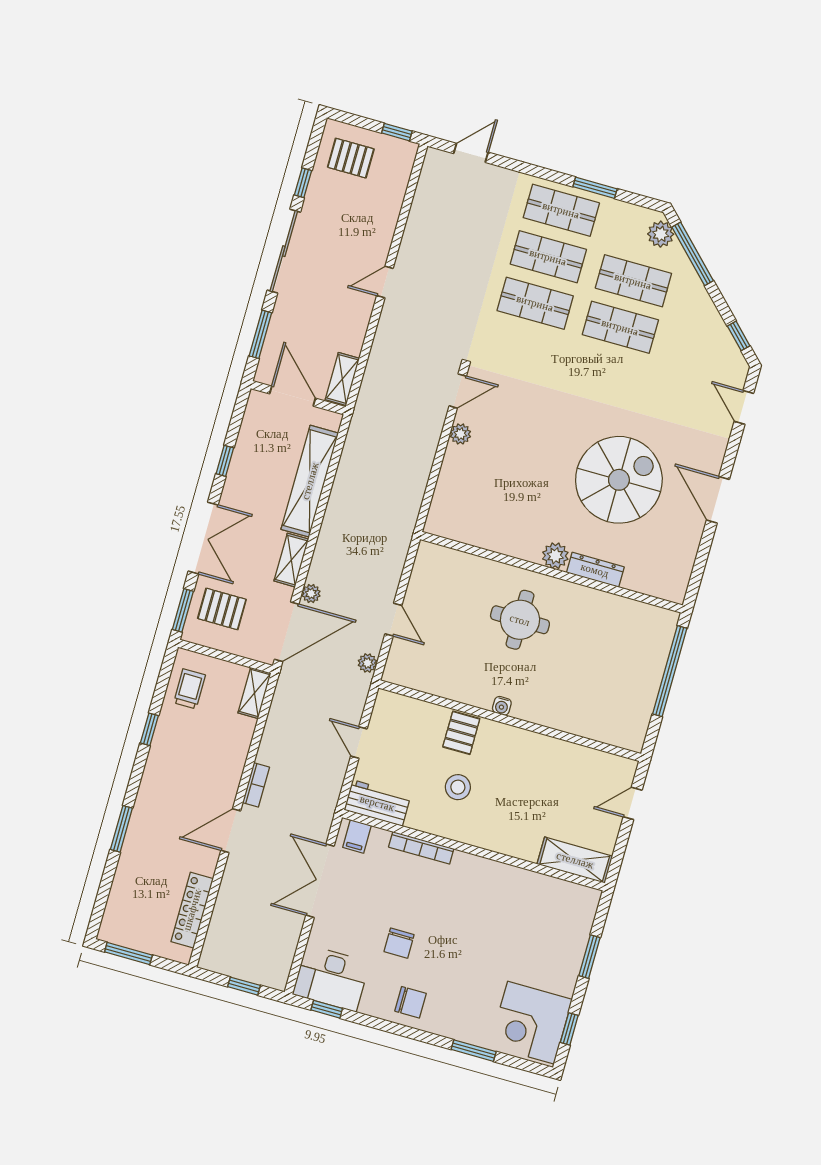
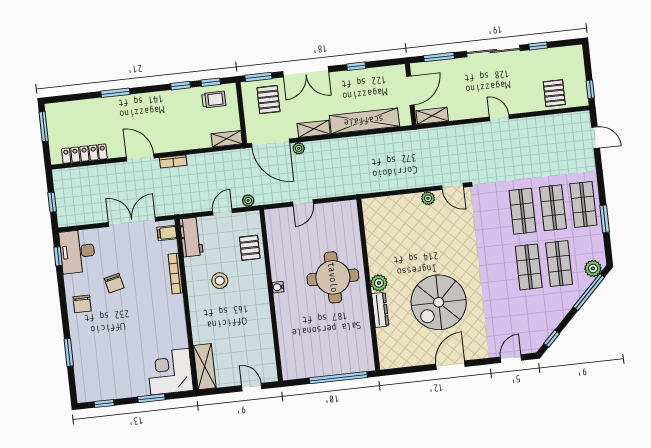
pallet: (351, 158) -> (554, 93), moved
spiral stairs: (619, 480) -> (439, 302), turned 90
round table: (520, 620) -> (333, 277), width x1.36, depth x1.36
plant: (367, 663) -> (248, 201), moved
window: (162, 683) -> (211, 82), added
pallet: (461, 733) -> (250, 248), moved, turned 90
chair: (399, 943) -> (114, 283), turned -103
corner desk: (531, 1023) -> (170, 372), moved

